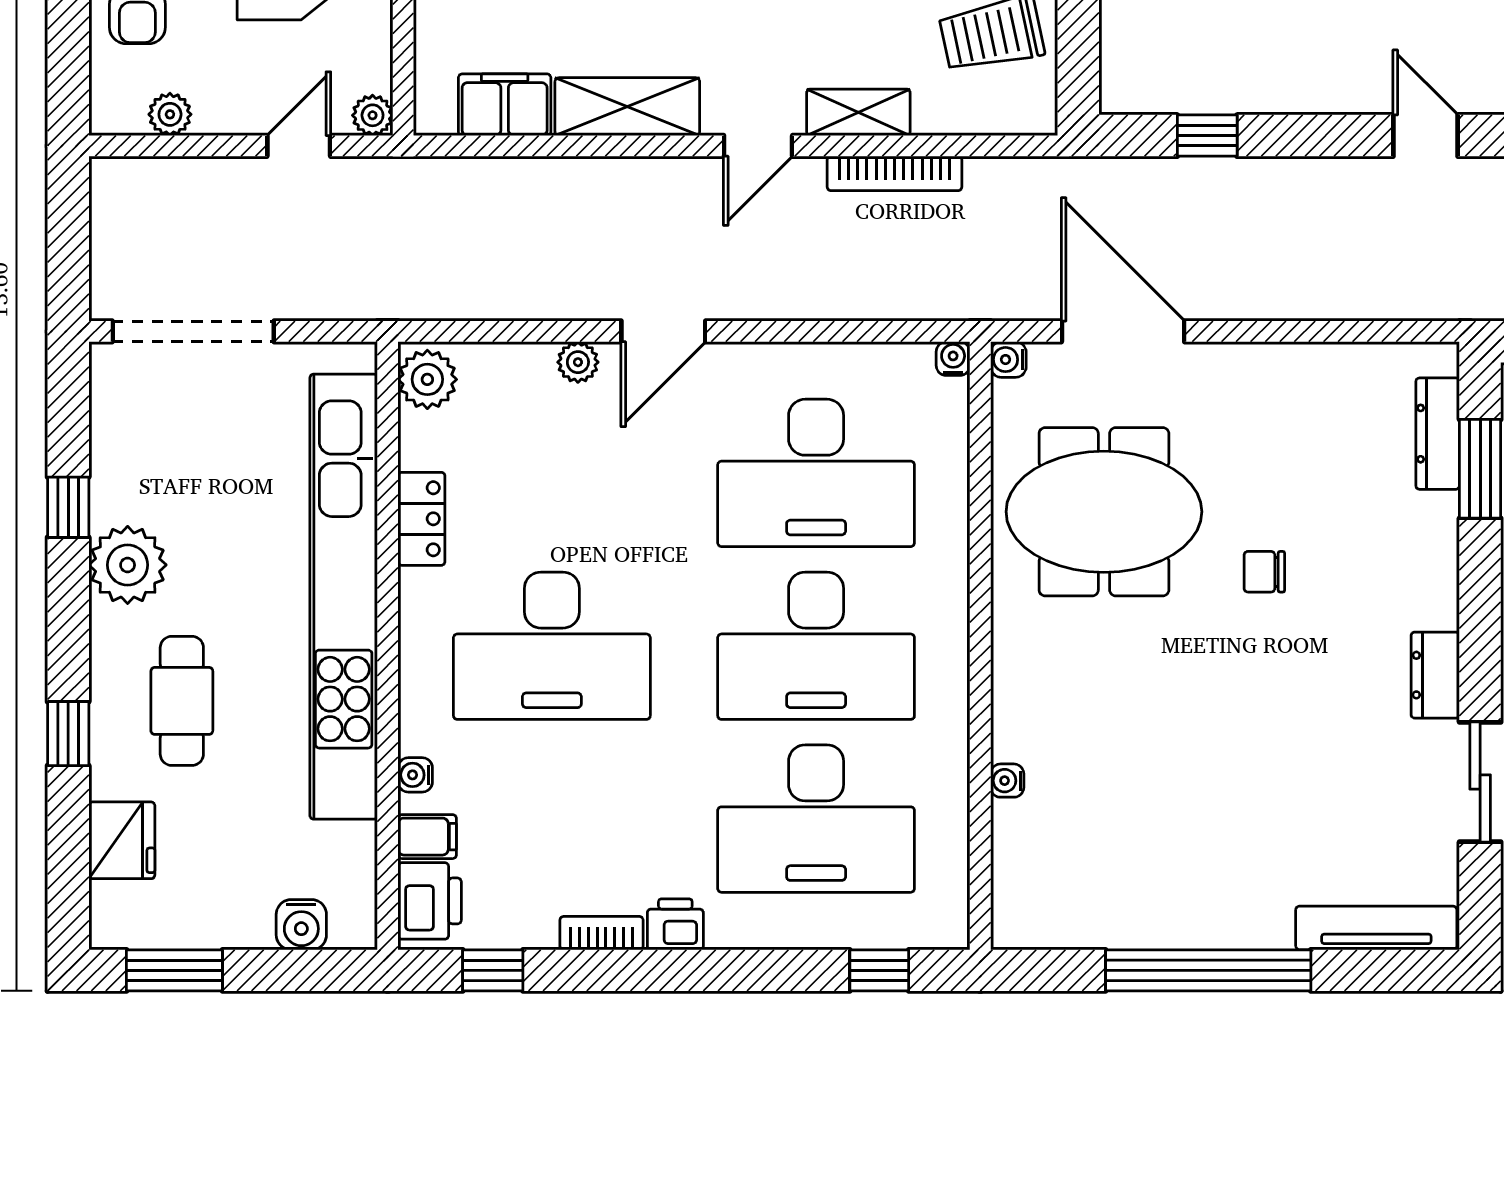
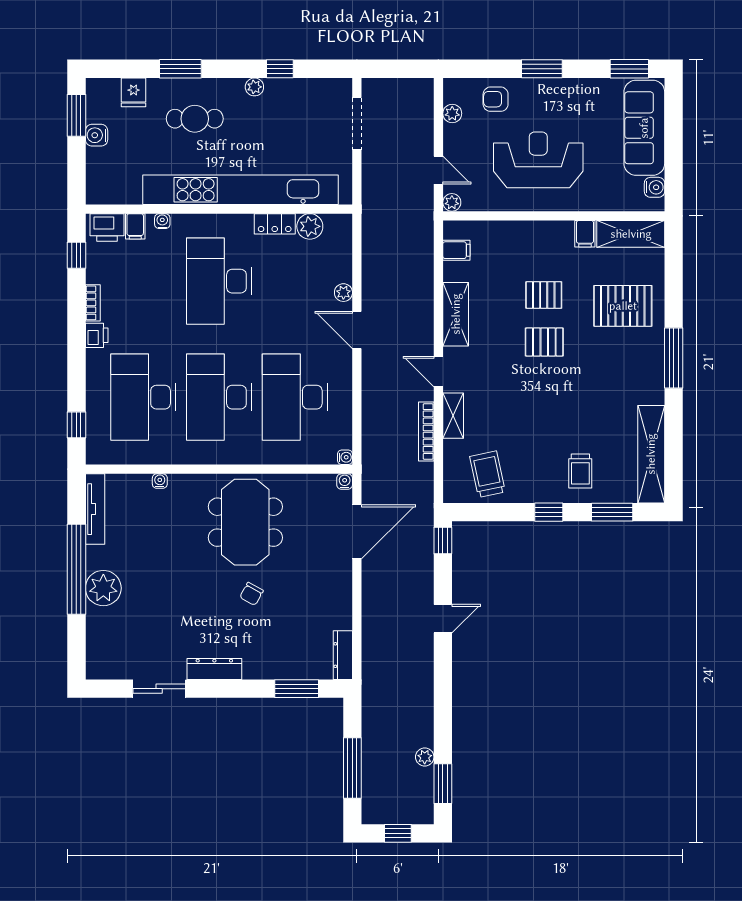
filing cabinet: (505, 105) -> (456, 250), width x0.50
window: (1207, 136) -> (443, 540), moved
door: (1425, 136) -> (443, 619), moved
doorway: (193, 331) -> (357, 124), width x0.73
plant: (427, 379) -> (310, 226), moved
dresser: (1438, 434) -> (343, 655), moved, turned -90
meeting table: (1104, 512) -> (245, 522), moved
plant: (128, 565) -> (254, 87), width x0.53, depth x0.53
chair: (1264, 572) -> (251, 594), turned -151
dresser: (1435, 675) -> (214, 669), width x1.44
window: (68, 734) -> (180, 69), width x1.50
fridge: (122, 840) -> (134, 92), width x0.72
plant: (1251, 909) -> (103, 588), added
water cooler: (301, 925) -> (97, 135), moved
tv unit: (1376, 928) -> (95, 509), moved

